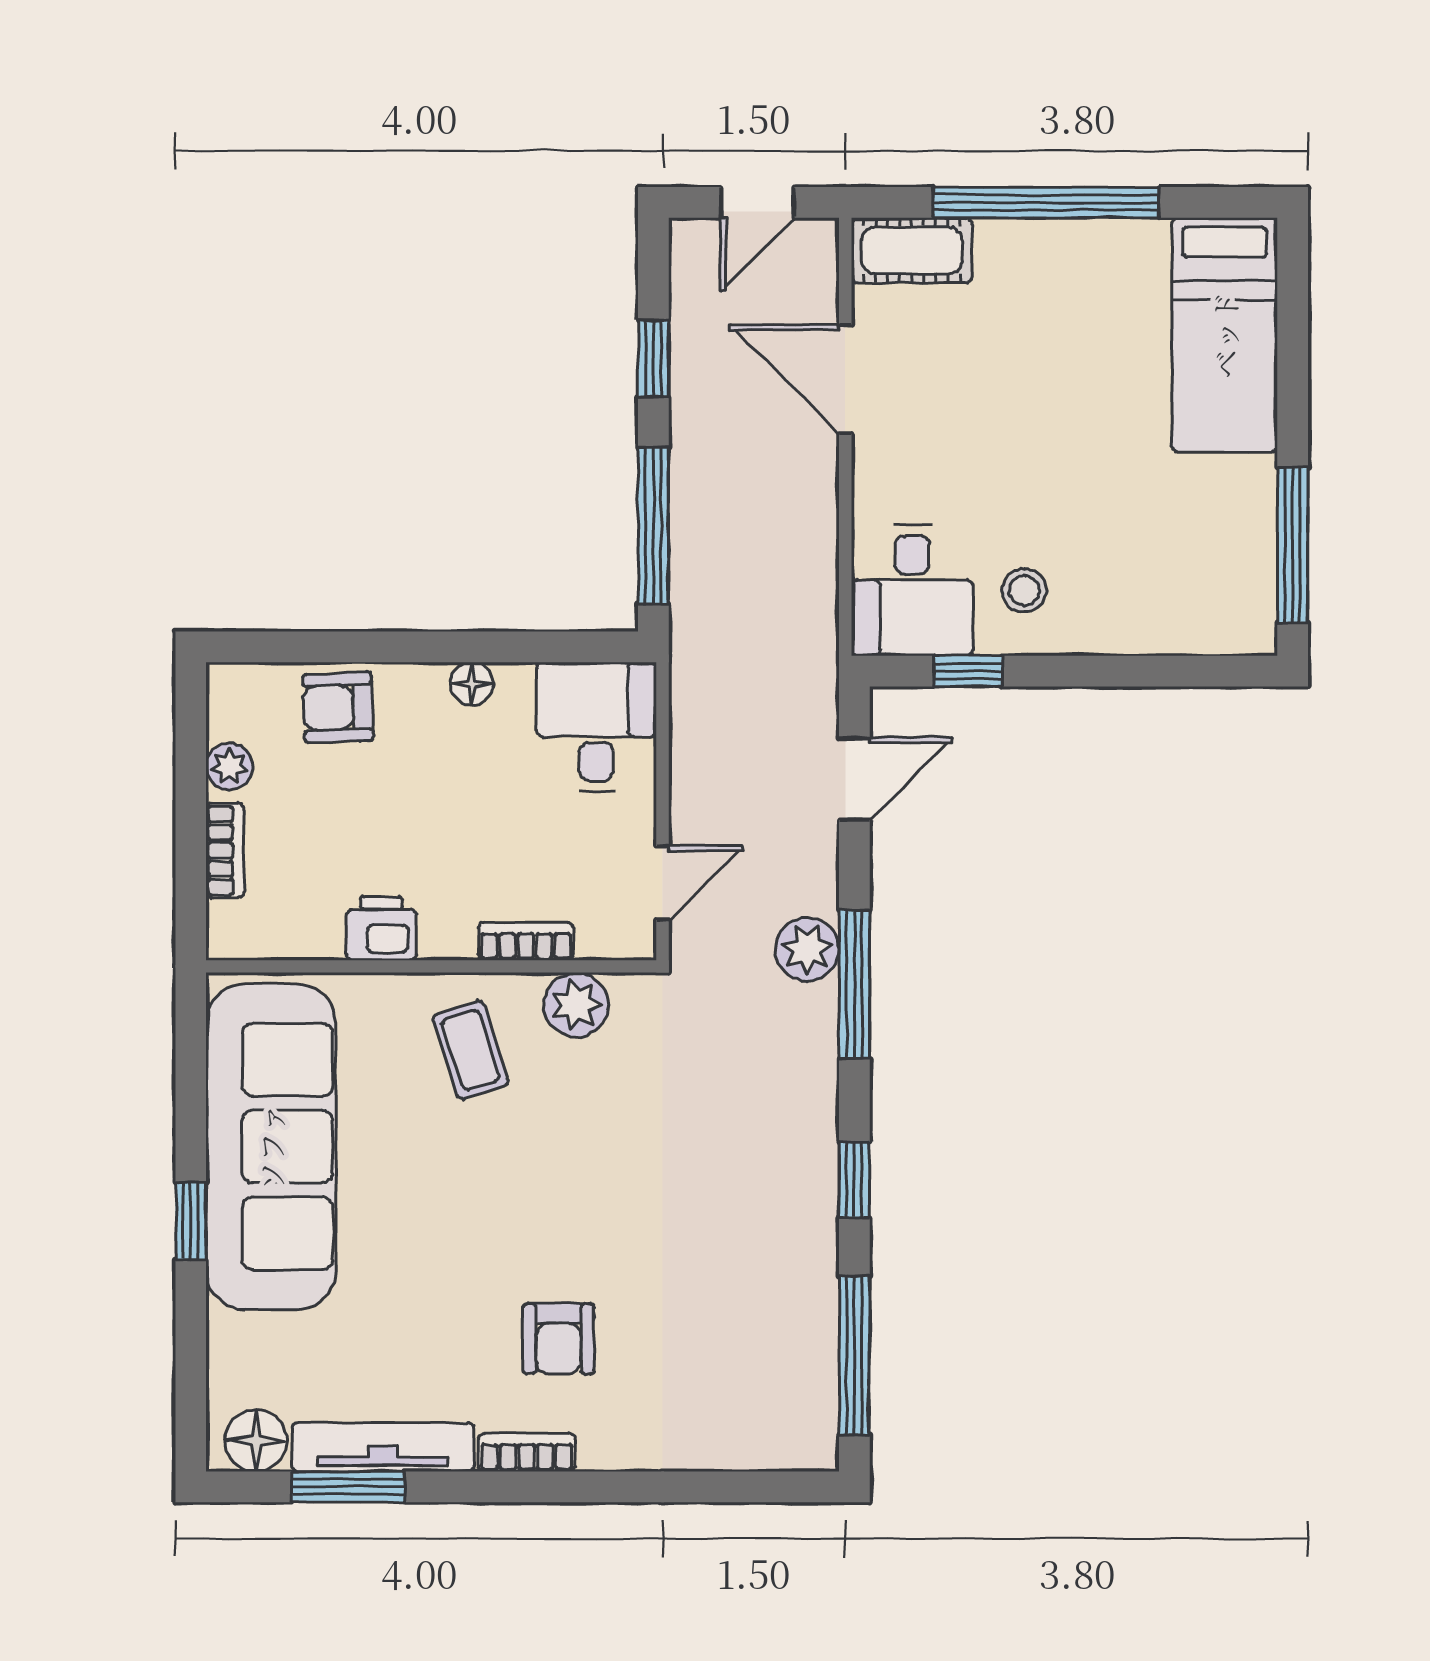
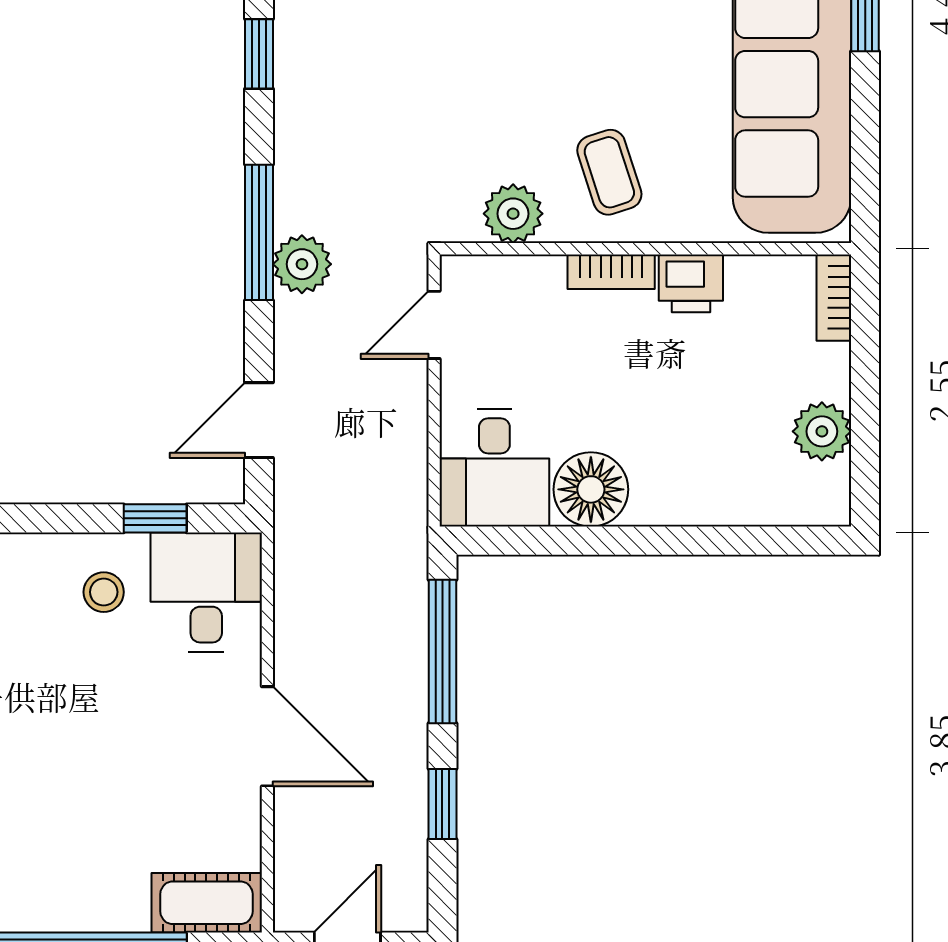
door: (845, 379) -> (267, 736), moved
floor lamp: (472, 684) -> (591, 489), width x1.89, depth x1.89
armchair: (338, 708) -> (730, 485), removed
plant: (229, 766) -> (822, 431), width x1.38, depth x1.38
bookcase: (225, 851) -> (834, 298), moved
bookcase: (526, 941) -> (611, 272), moved

